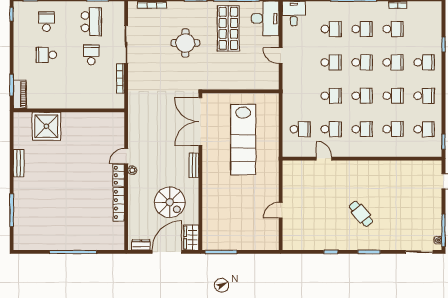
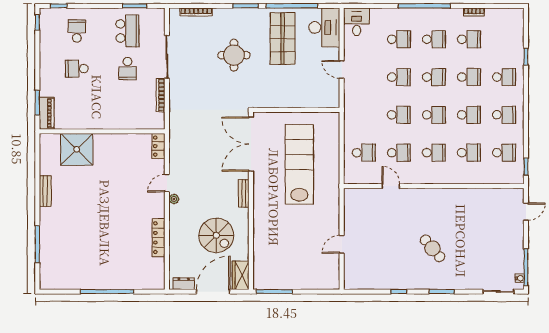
school desk: (91, 55) -> (127, 69), turned 180
lab bench: (243, 139) -> (299, 164), turned 180
locker: (119, 175) -> (158, 146), moved

